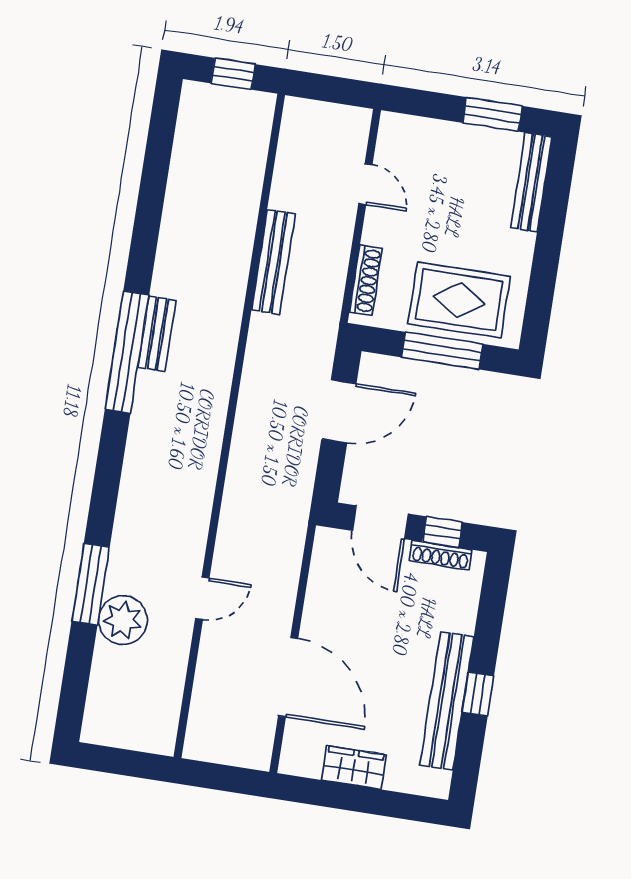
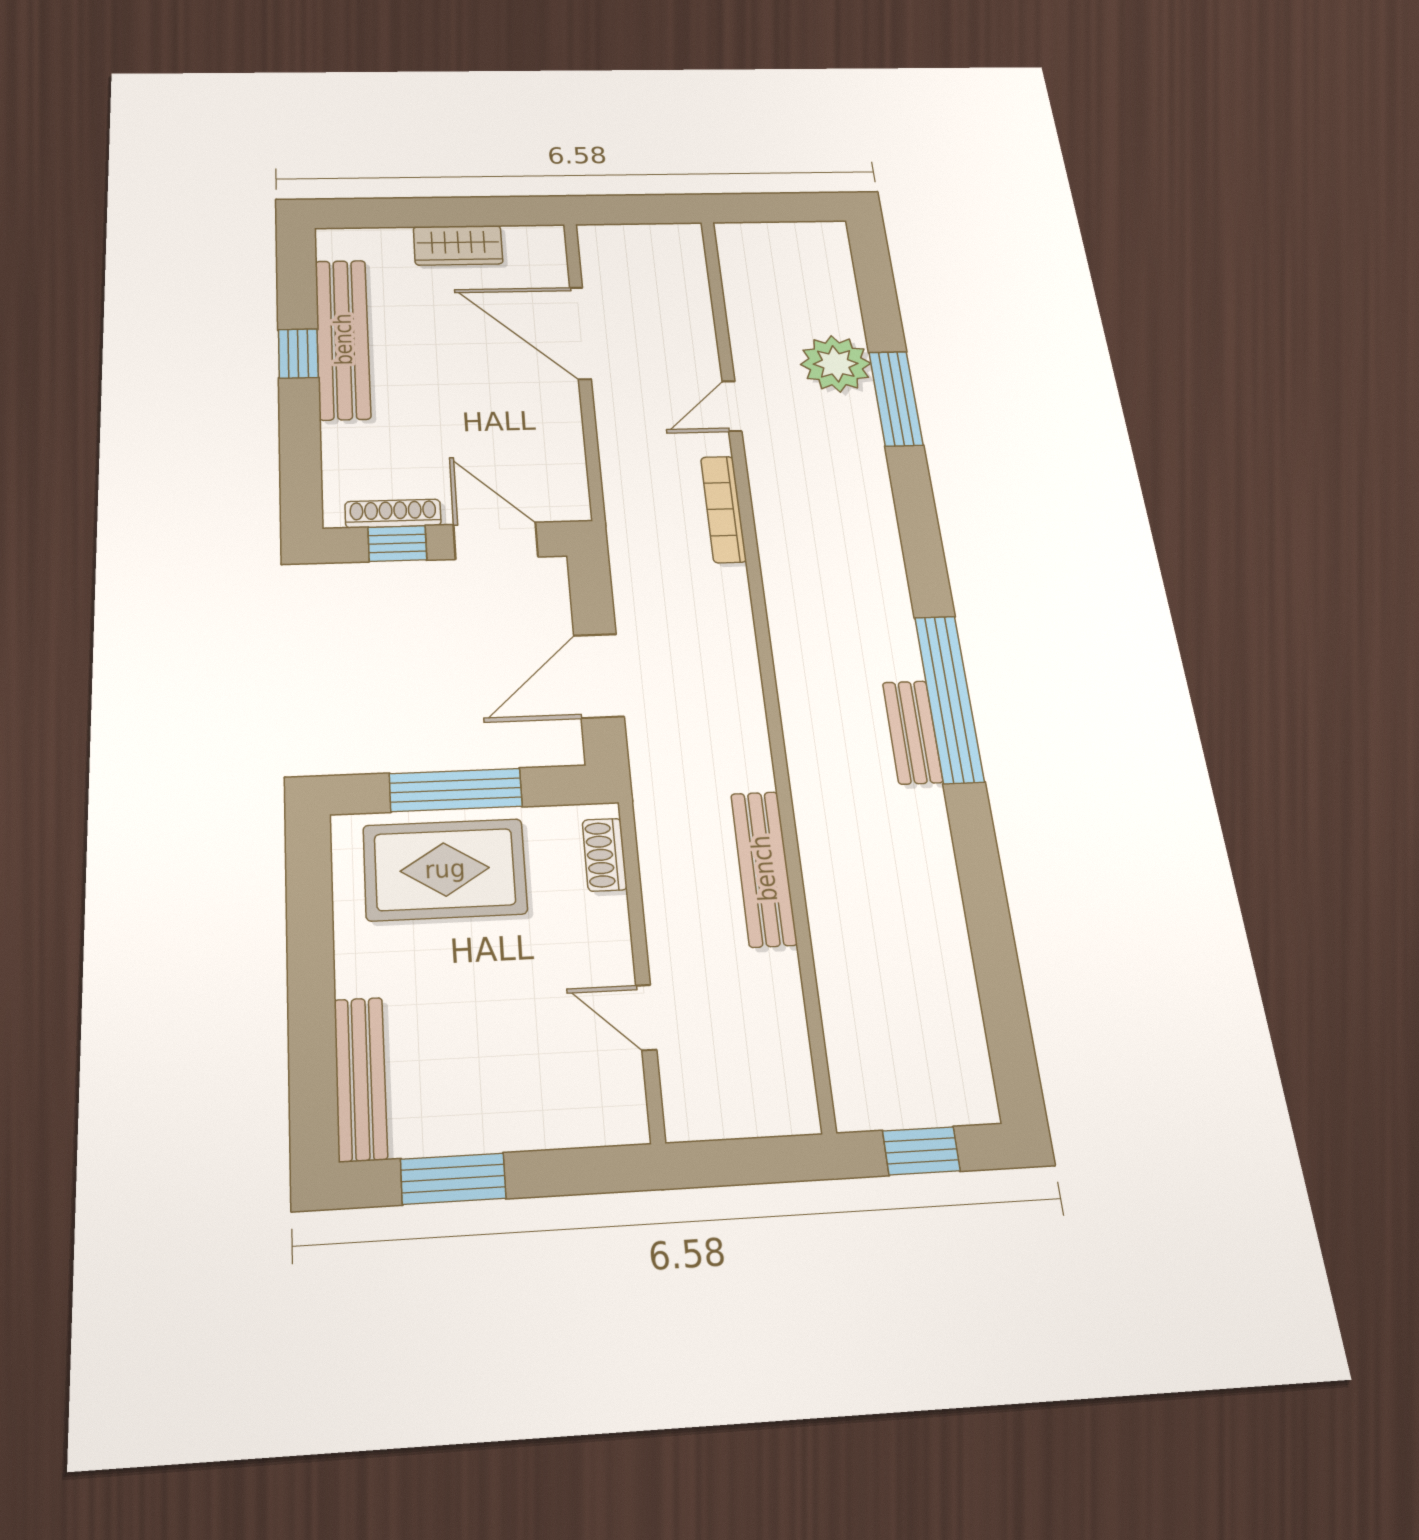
shoe rack: (366, 280) -> (605, 855), width x0.70
bookcase: (230, 518) -> (723, 509), added

